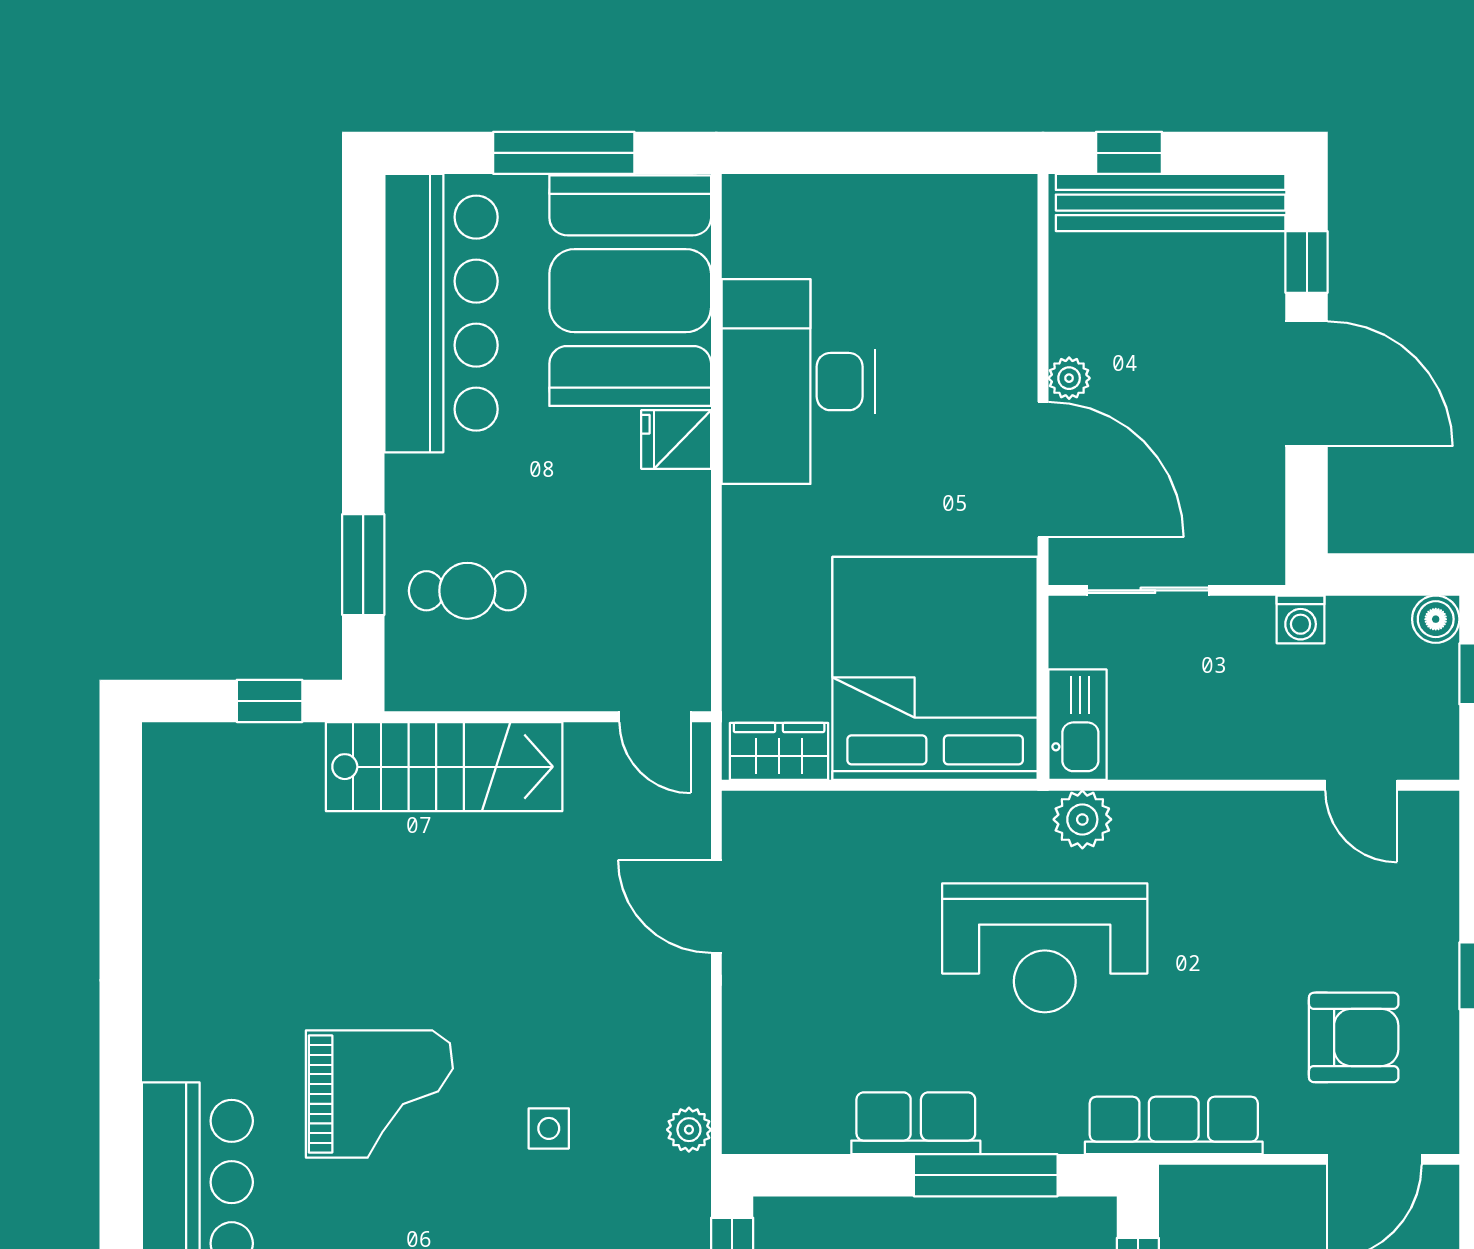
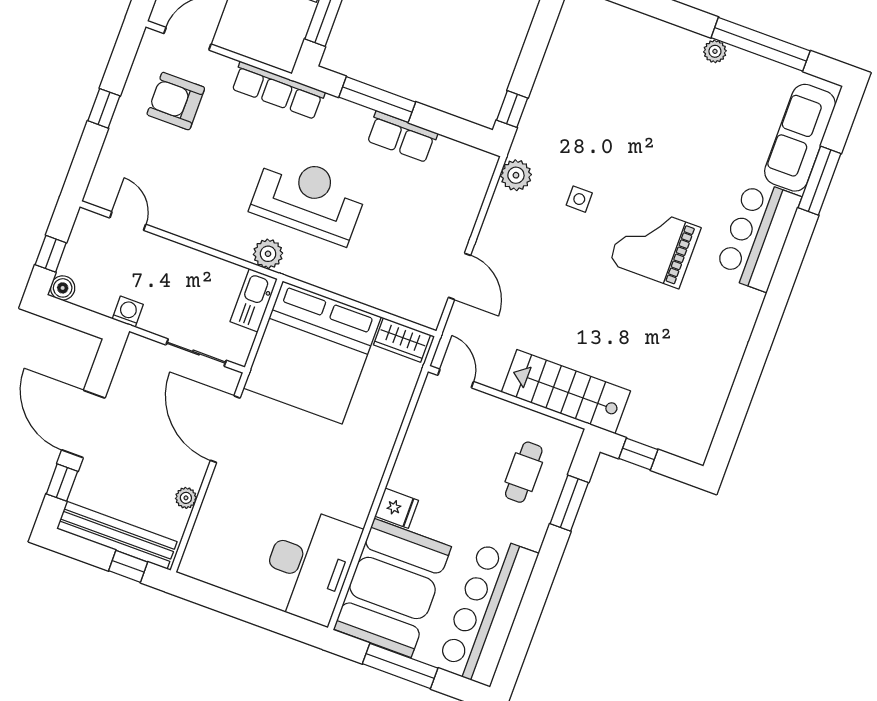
plant: (1069, 378) -> (186, 498), moved
desk: (798, 382) -> (309, 565), moved
cafe table: (467, 591) -> (524, 472), turned 90
plant: (689, 1130) -> (516, 175), width x1.38, depth x1.38

